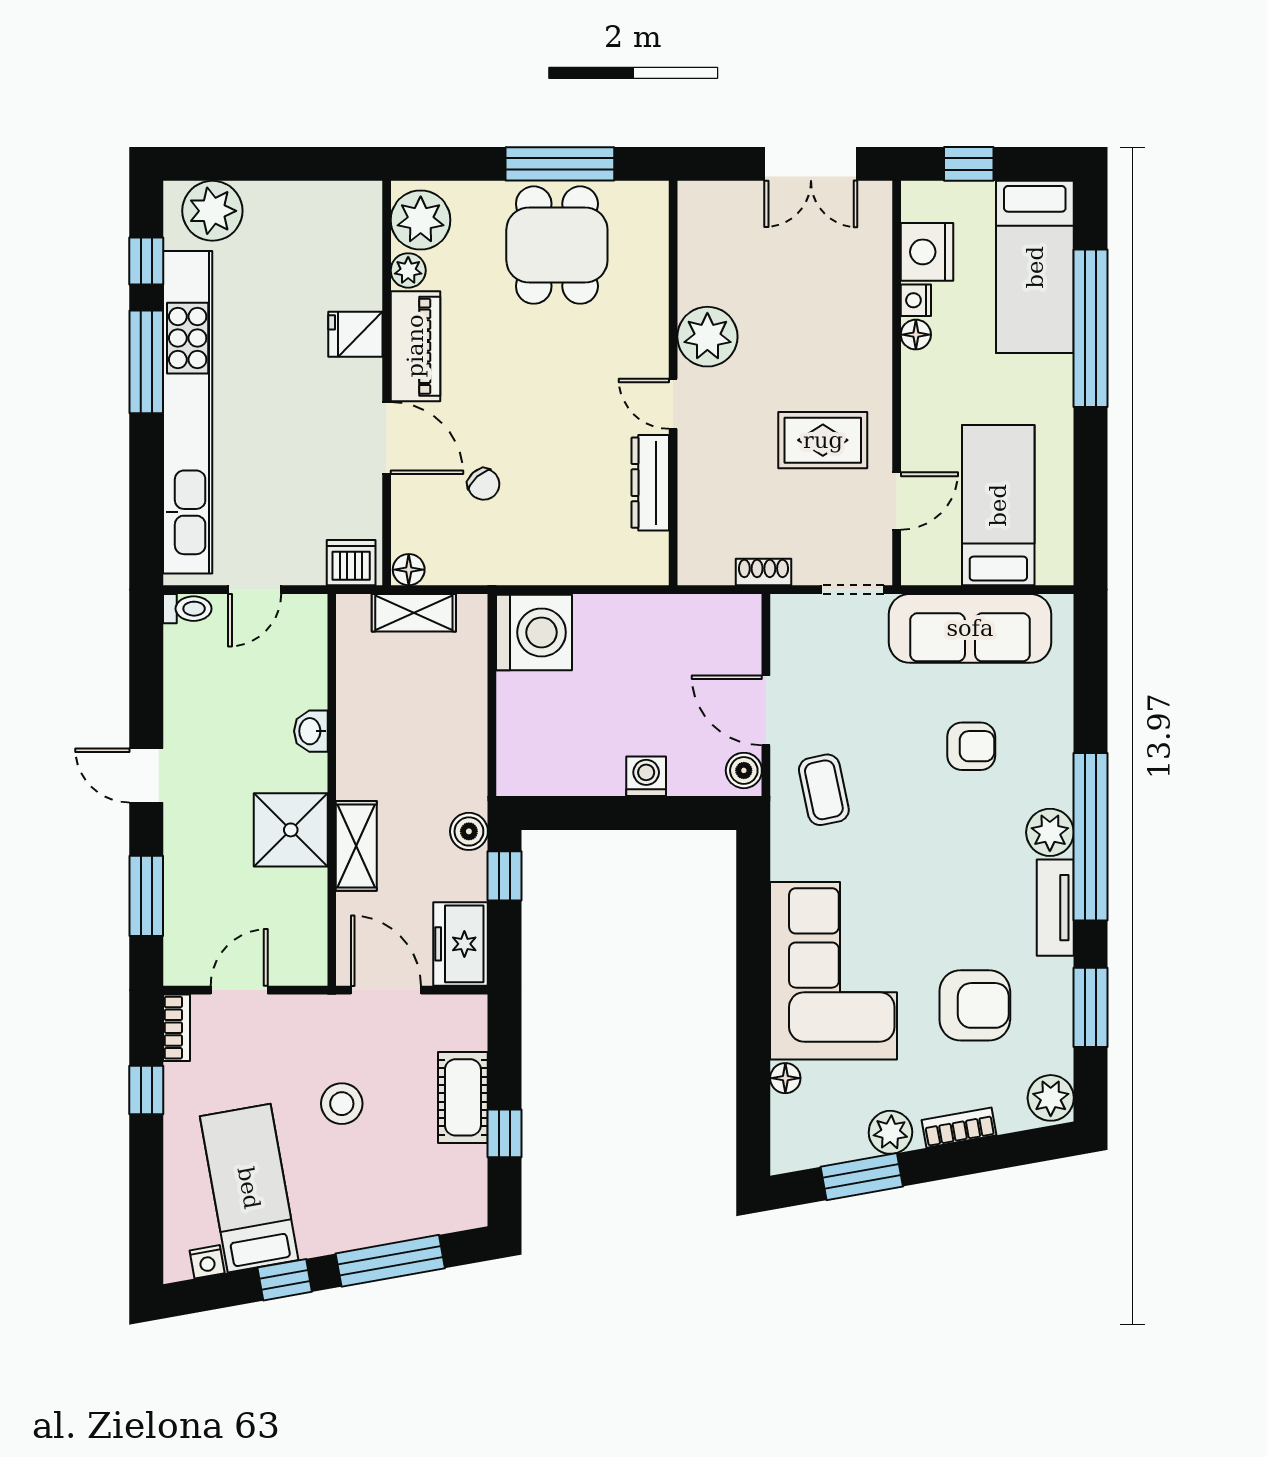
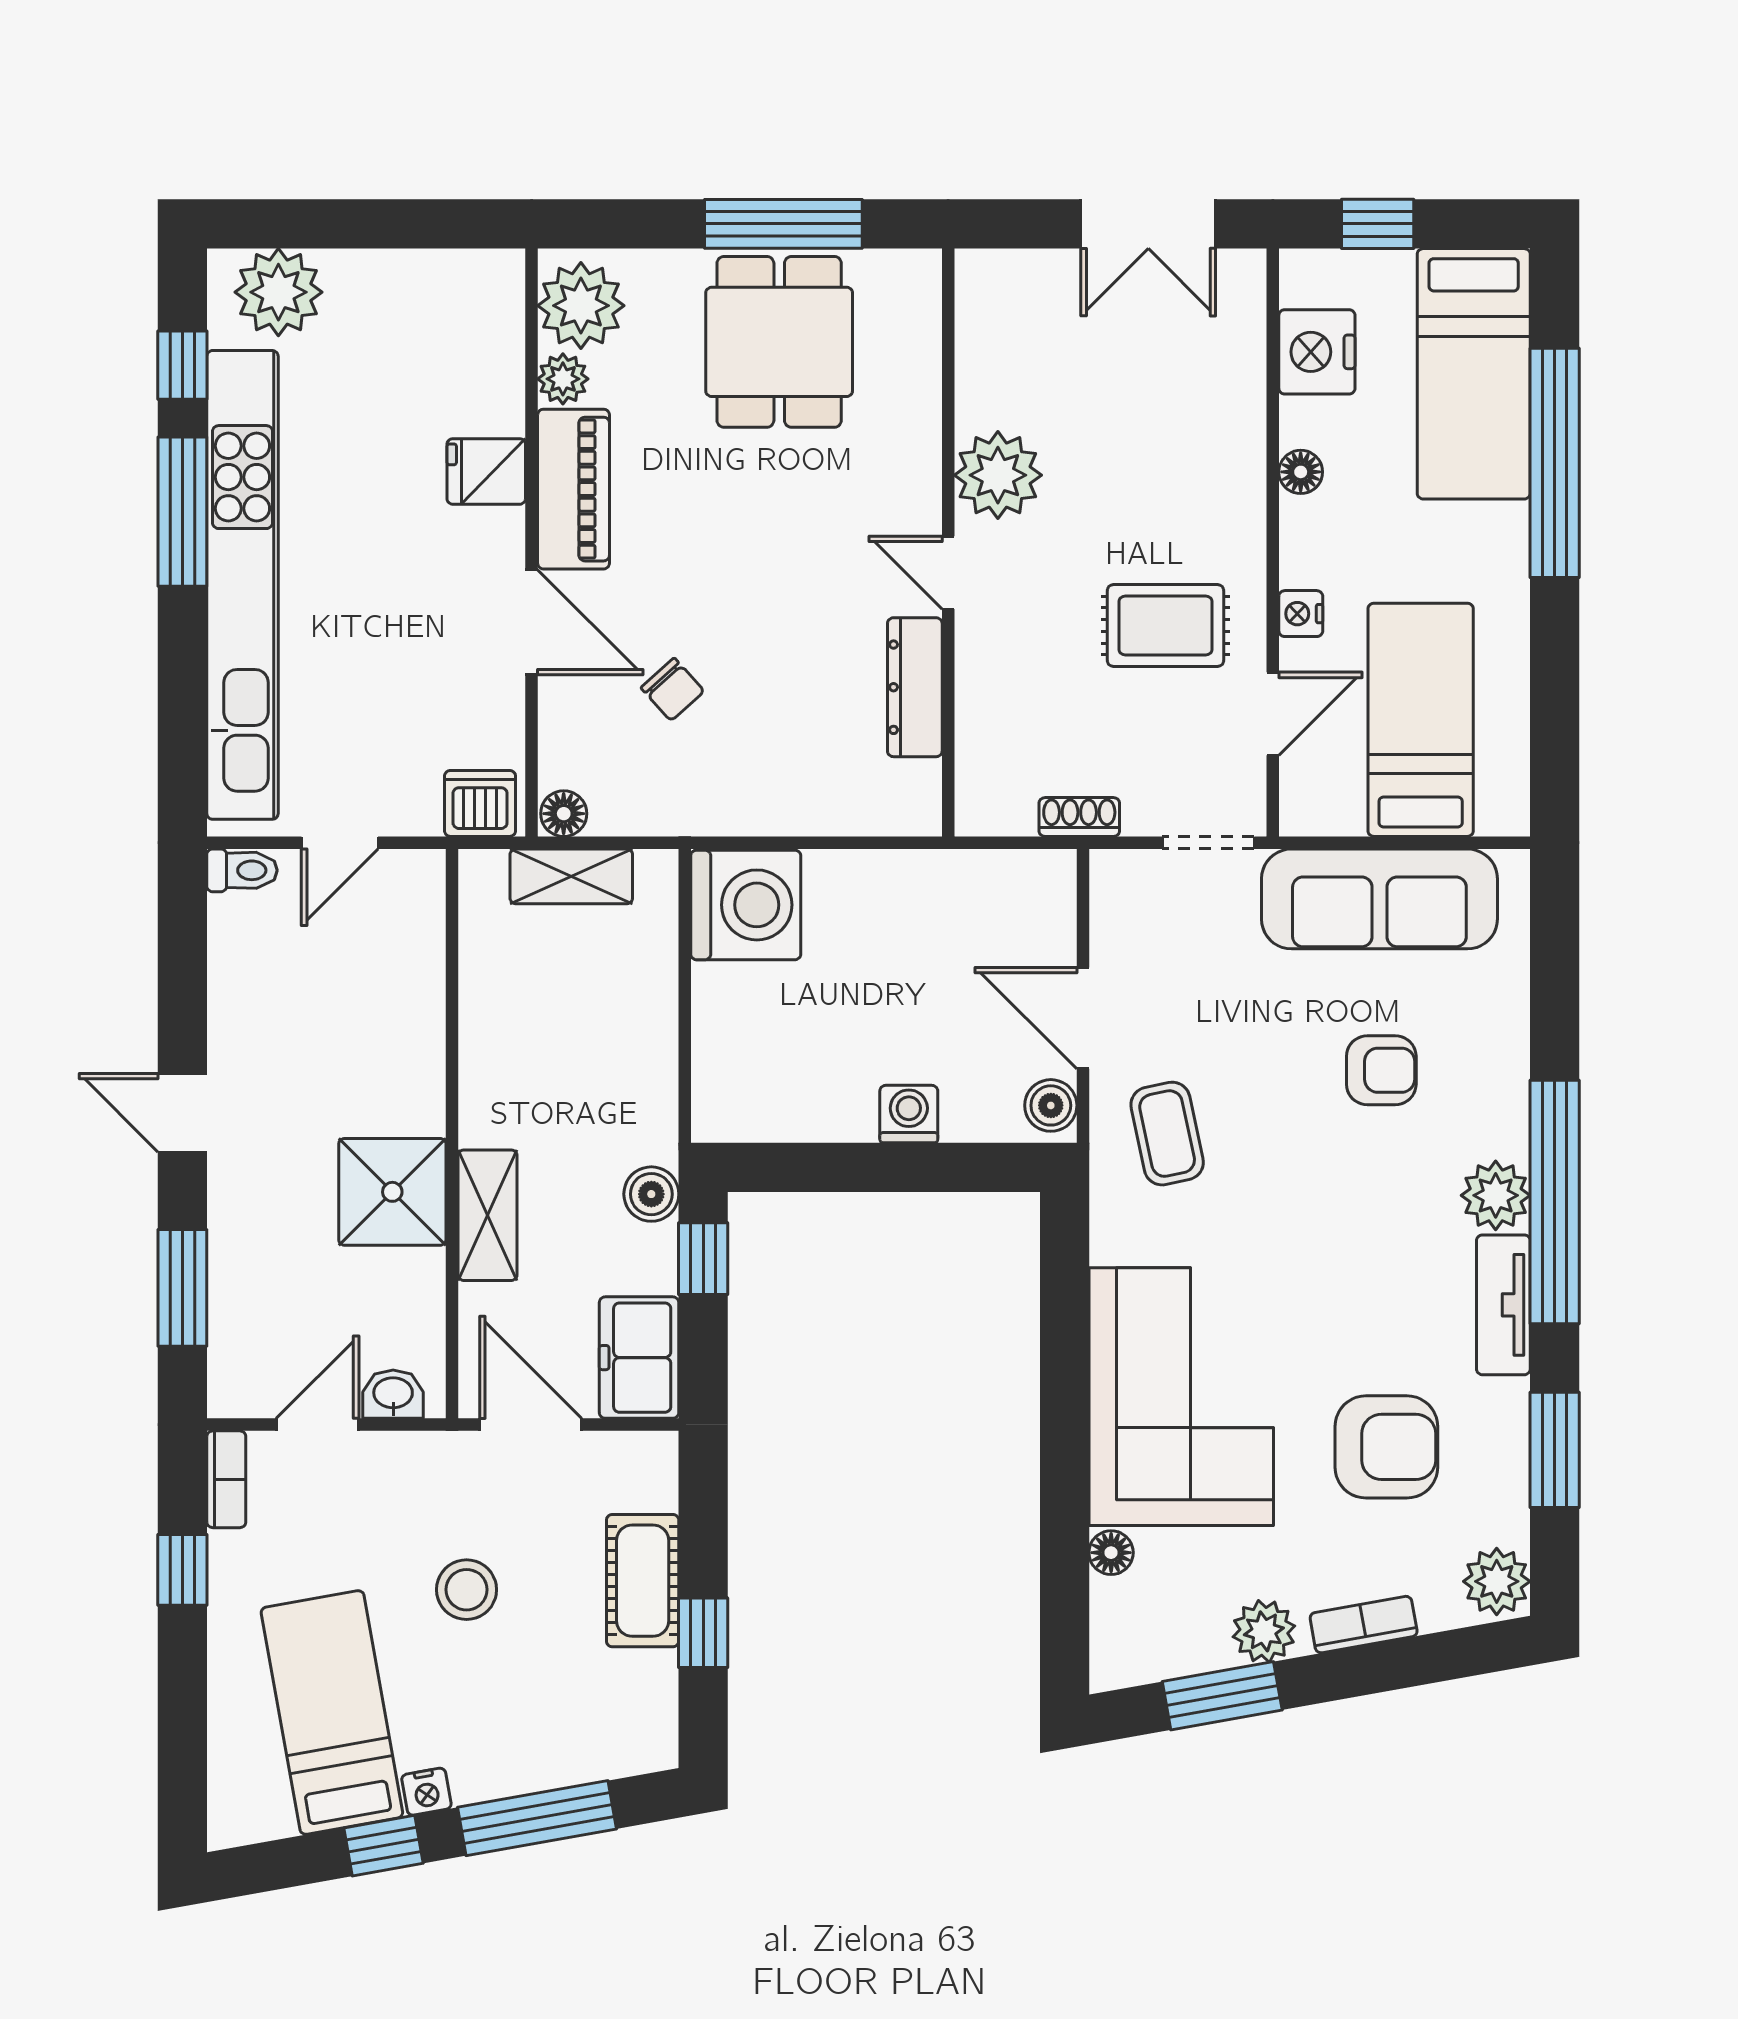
nightstand: (916, 300) -> (1301, 614), moved
washbasin: (311, 731) -> (393, 1394), moved, turned 90
nightstand: (207, 1262) -> (426, 1792), moved

